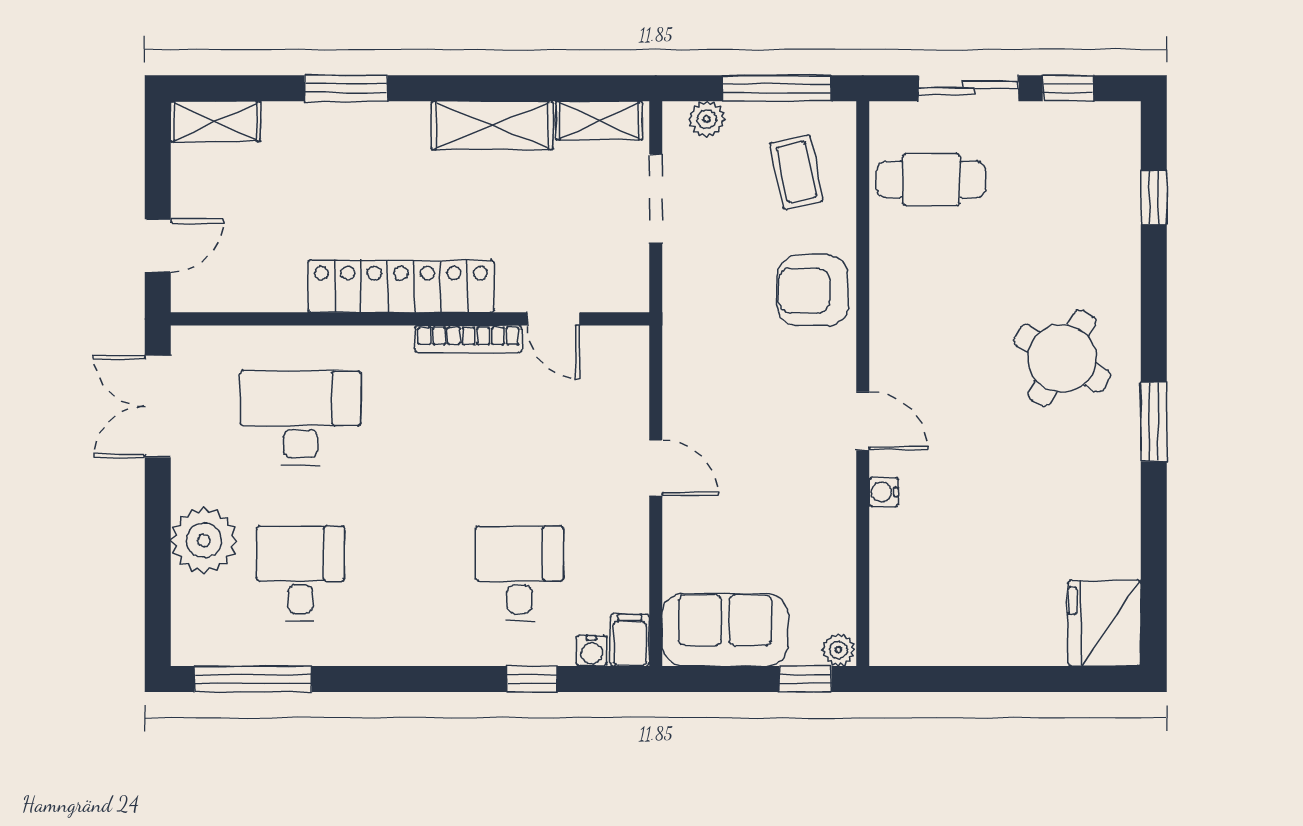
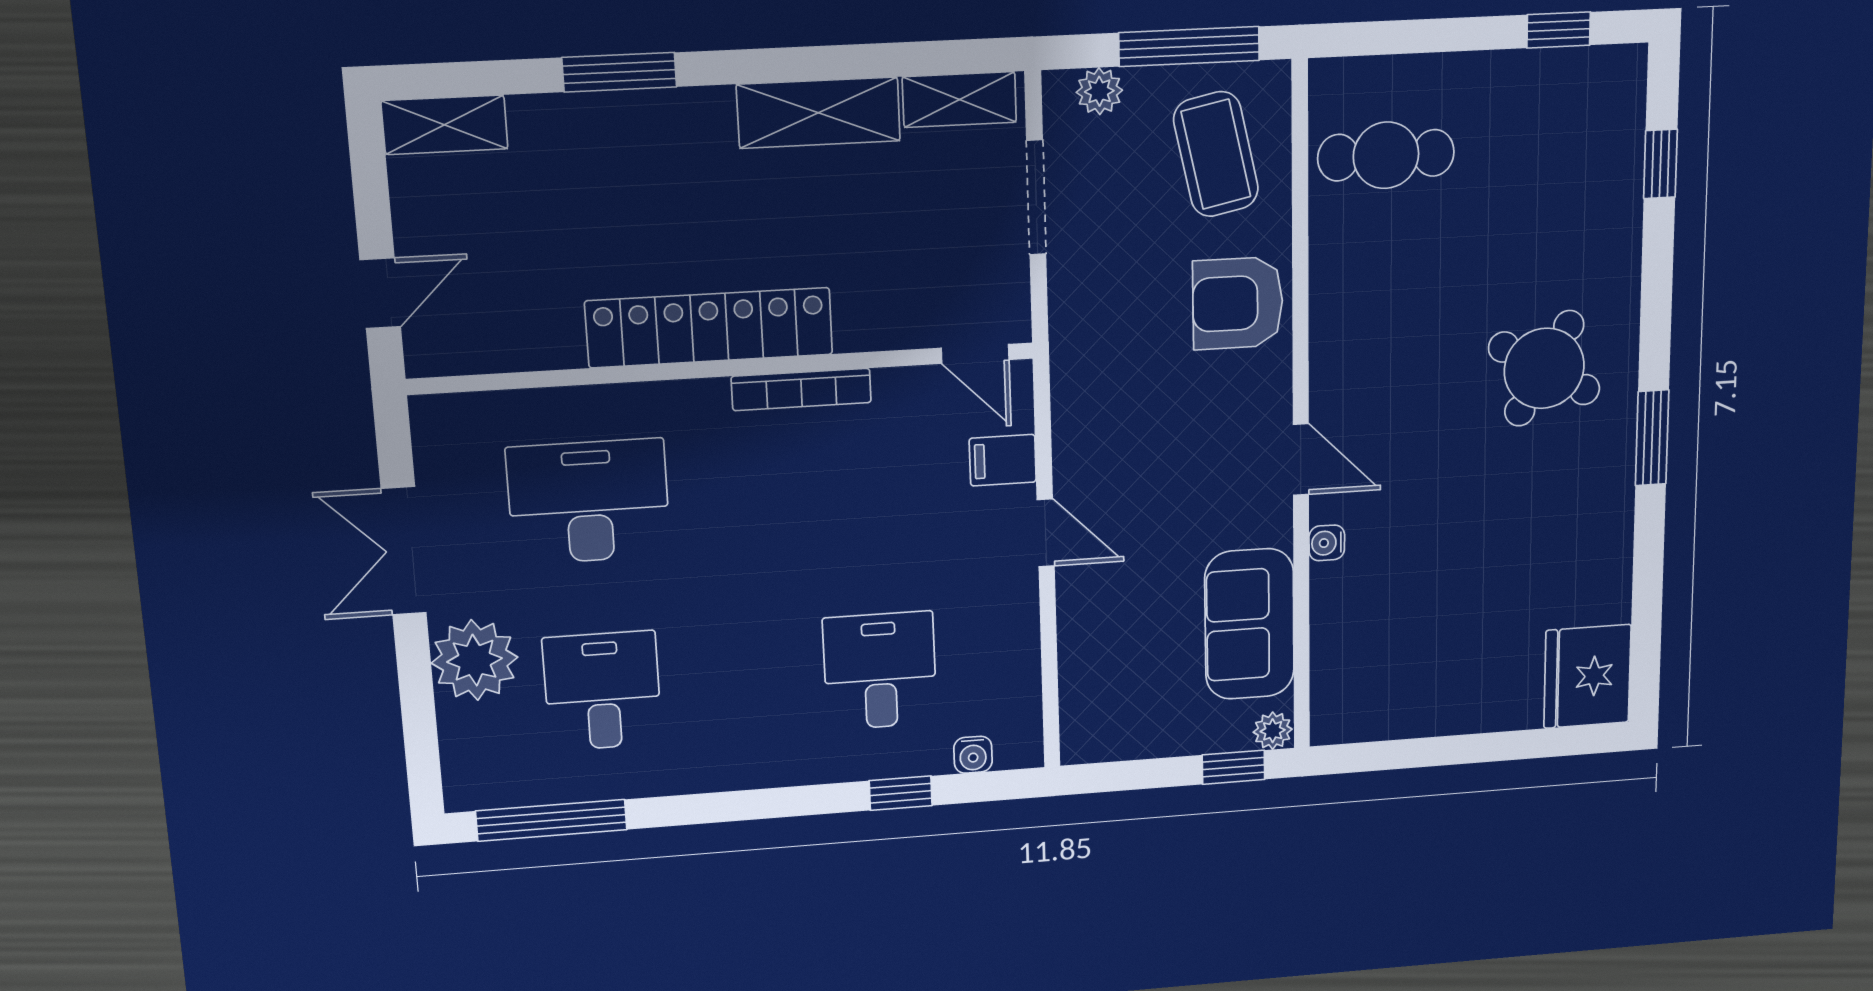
sliding door: (968, 88) -> (1433, 36), removed
coffee table: (797, 172) -> (1216, 154), width x1.36, depth x1.30
door: (553, 319) -> (975, 354), moved
double door: (158, 406) -> (404, 551), moved
sofa: (725, 630) -> (1250, 624), moved, turned -90
filing cabinet: (630, 640) -> (1003, 460), moved, turned -90

